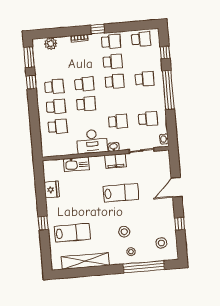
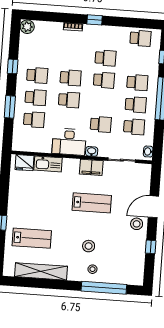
school desk: (111, 42) -> (136, 105), moved
plant: (51, 44) -> (27, 27), moved
window: (29, 57) -> (10, 107), moved
fridge: (52, 190) -> (24, 163), moved, turned 90
stool: (161, 243) -> (137, 224), moved

